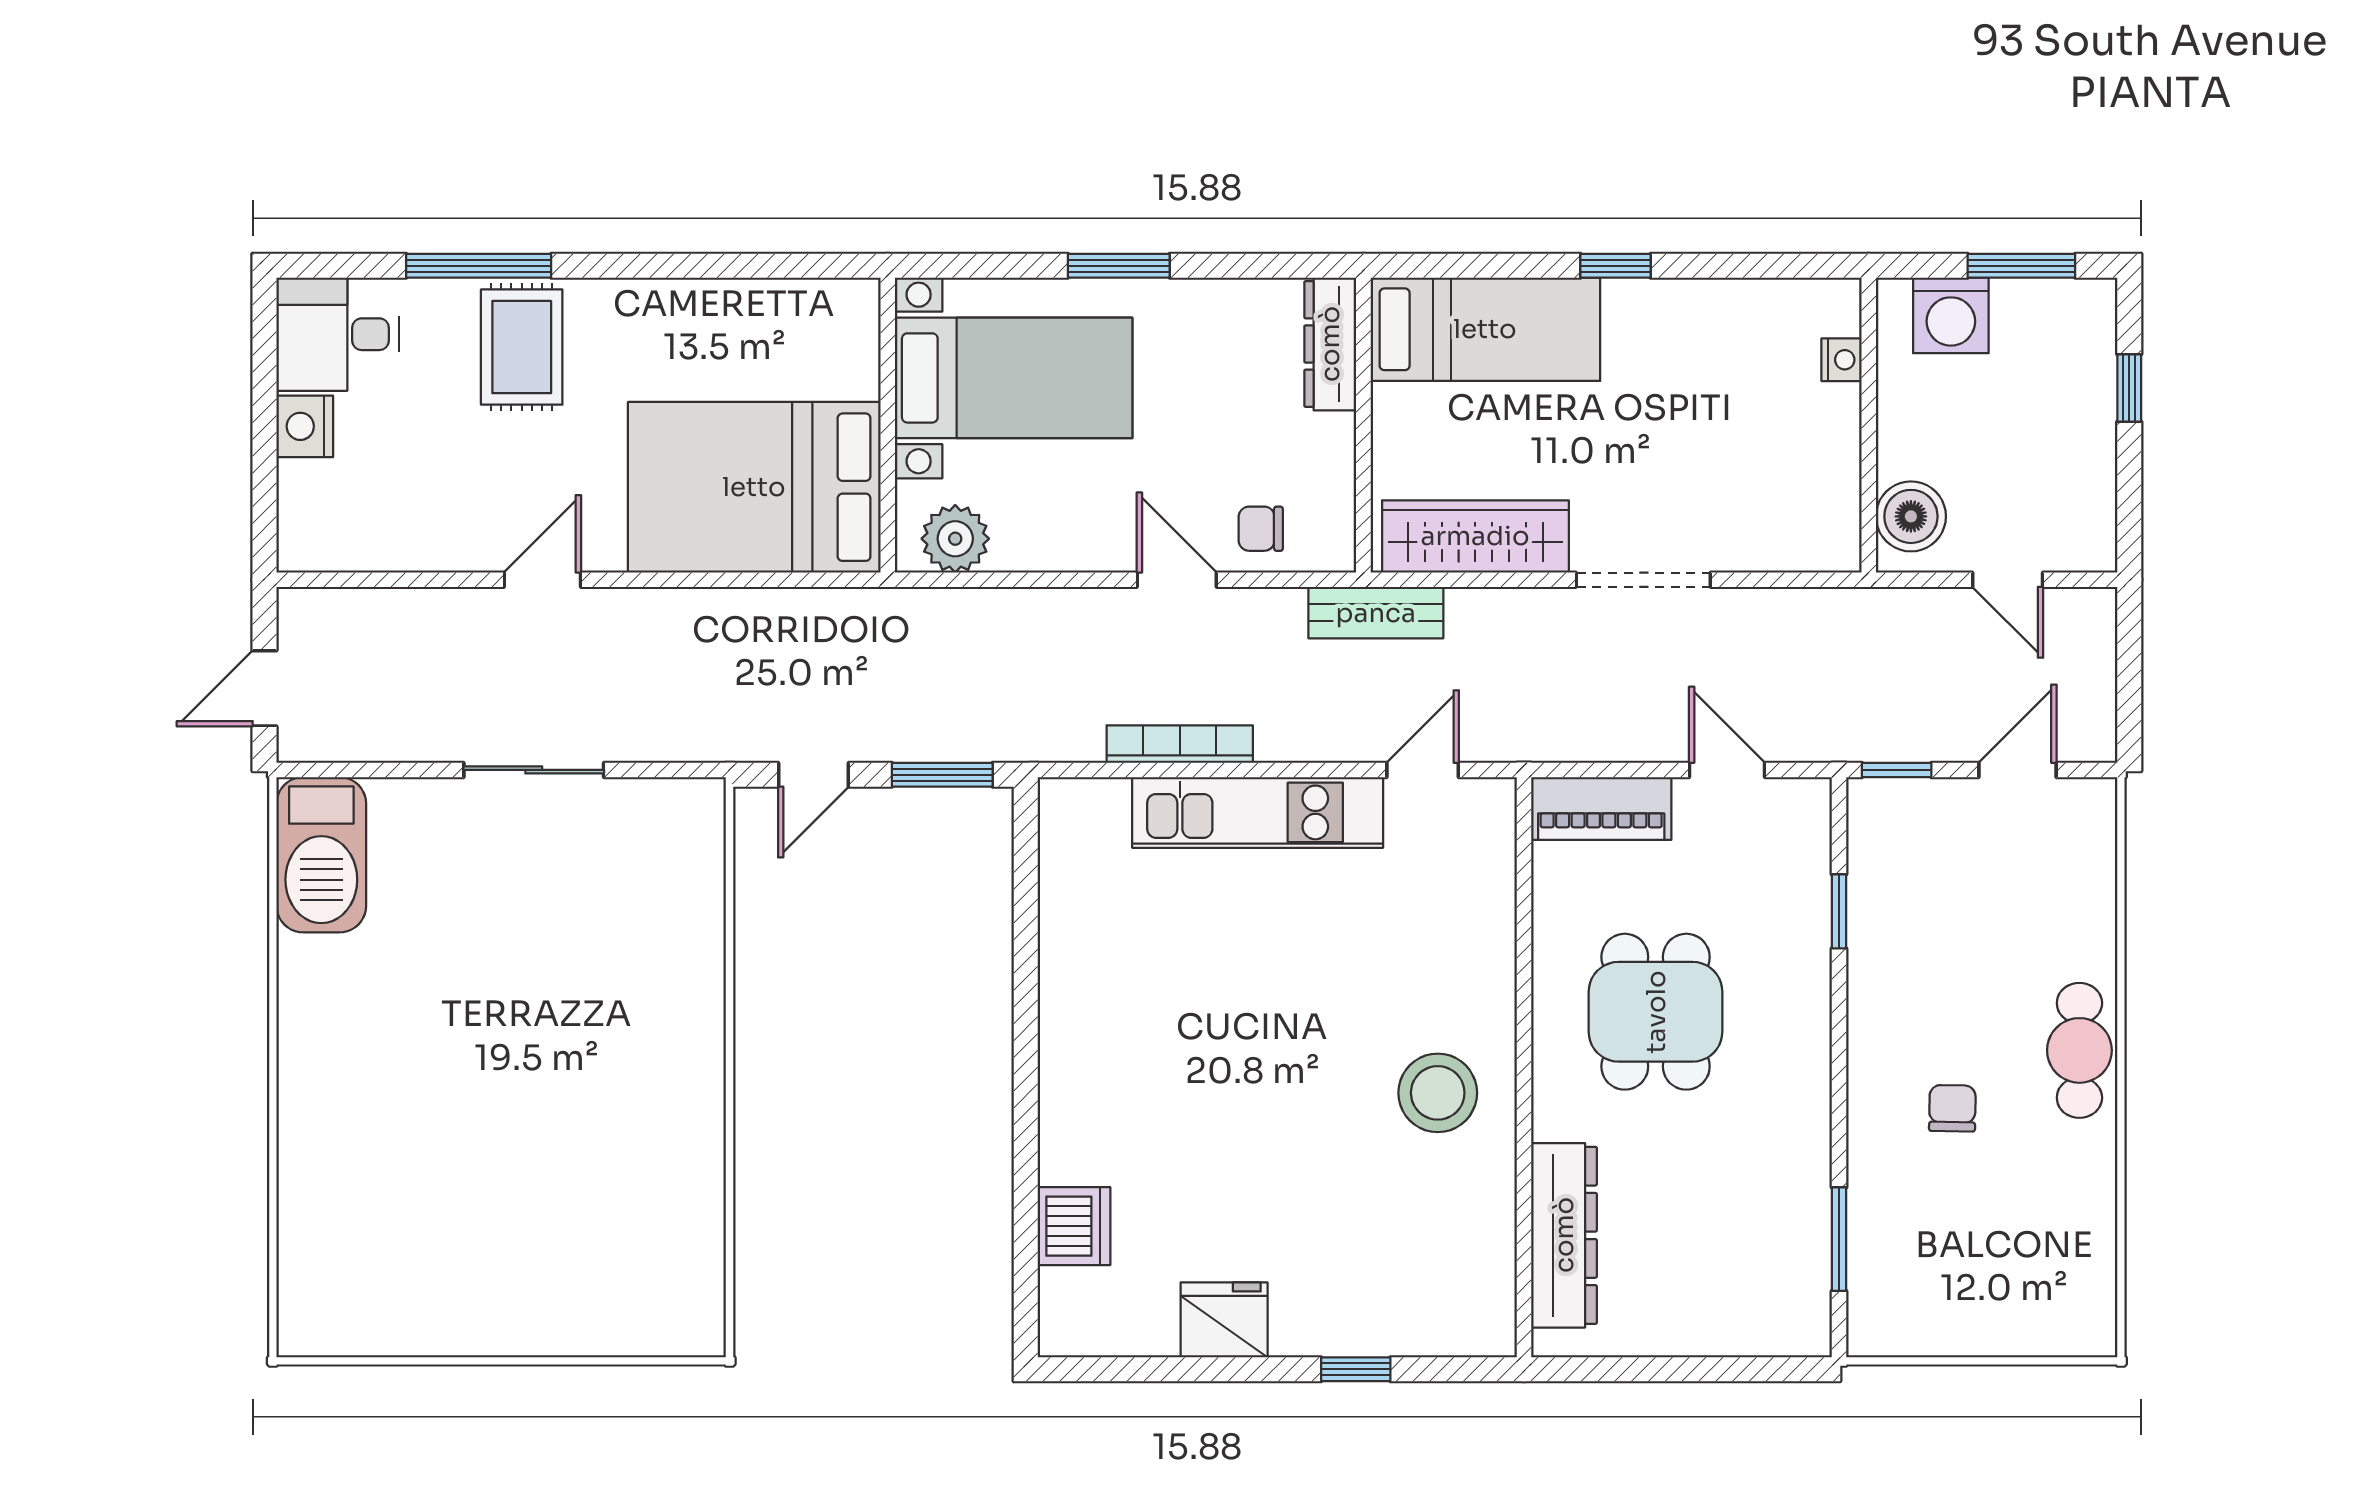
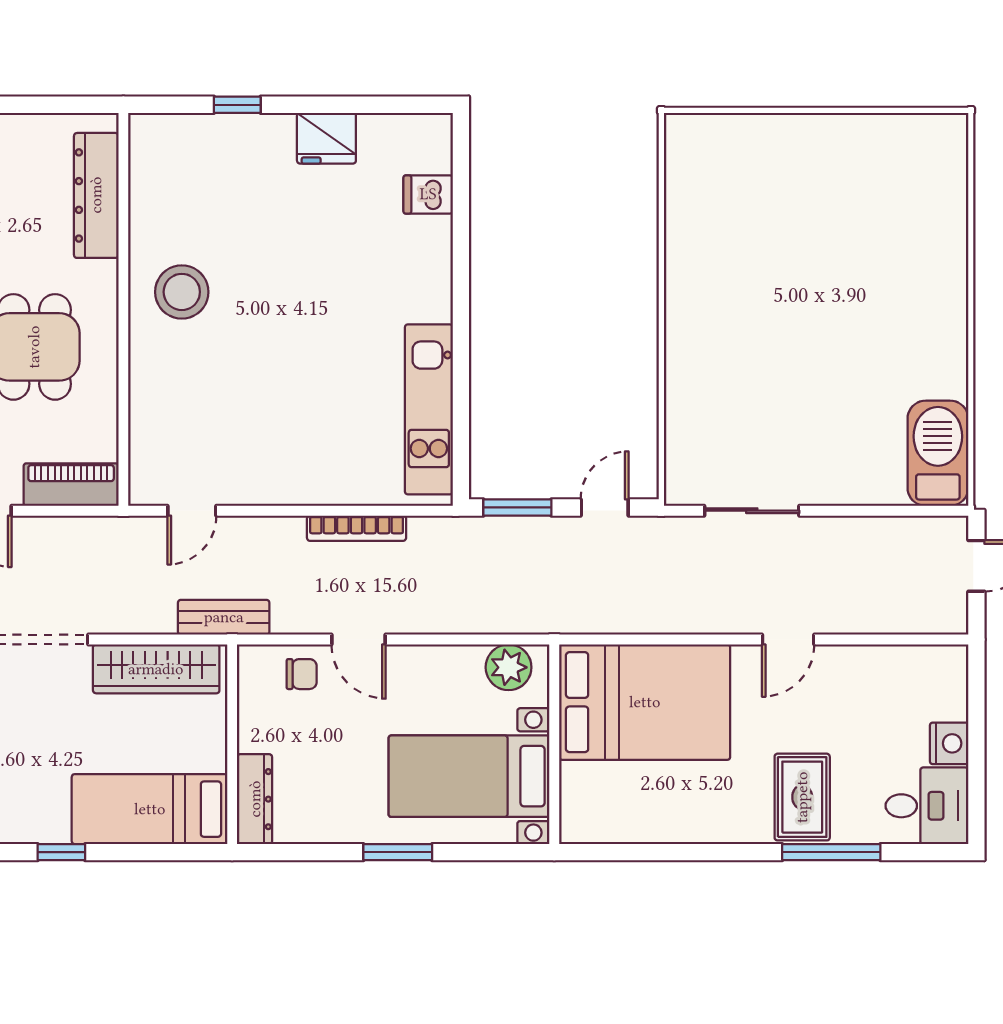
sliding door: (534, 770) -> (752, 511), moved
kitchen unit: (1258, 812) -> (429, 409), moved, turned -90
dishwasher: (1074, 1226) -> (428, 194), width x0.73

